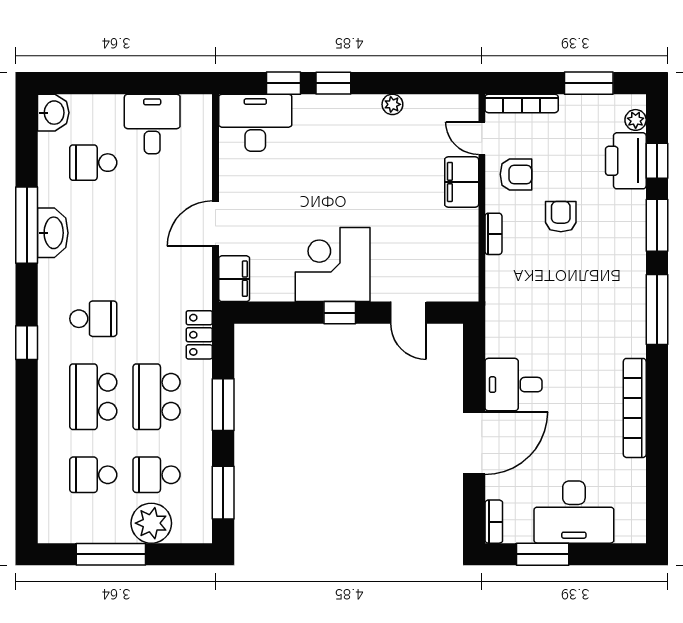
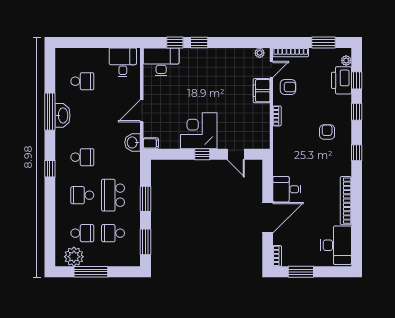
plant: (392, 104) -> (260, 53), moved
washbasin: (53, 113) -> (133, 142), moved, turned 180
desk: (152, 124) -> (123, 62), moved
door: (482, 138) -> (271, 69), swing flipped
school desk: (93, 163) -> (82, 81), turned 180
armchair: (561, 217) -> (327, 132), moved
window: (657, 225) -> (357, 112), width x0.67
filing cabinet: (234, 279) -> (151, 143), width x0.50
window: (657, 310) -> (357, 153), width x0.46
locker: (199, 335) -> (134, 165), removed
school desk: (93, 397) -> (82, 195), width x0.54
school desk: (93, 475) -> (82, 233), turned 180
desk: (574, 512) -> (336, 245), moved, turned -90
plant: (151, 523) -> (74, 257), moved

